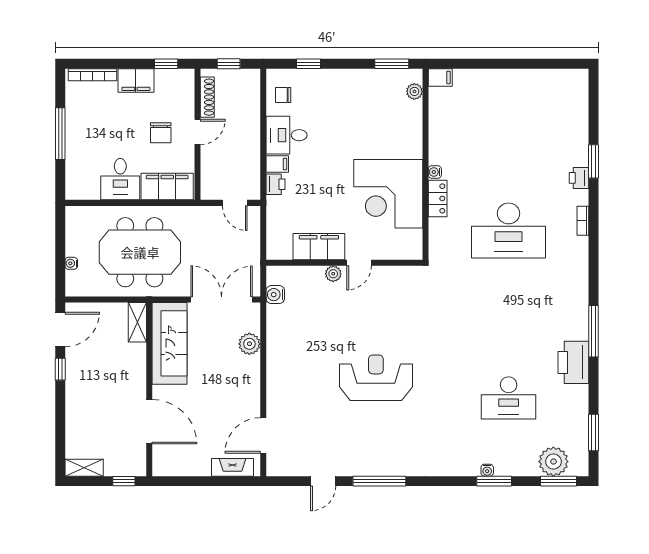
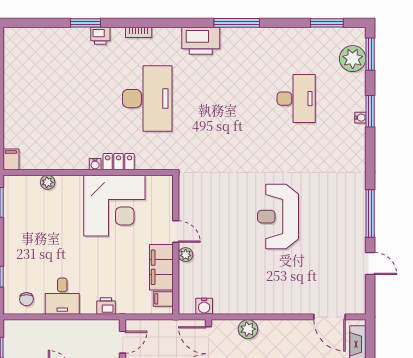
plant: (414, 91) -> (48, 182), moved
filing cabinet: (277, 164) -> (163, 299), moved, turned -90
printer: (573, 362) -> (201, 41), moved

